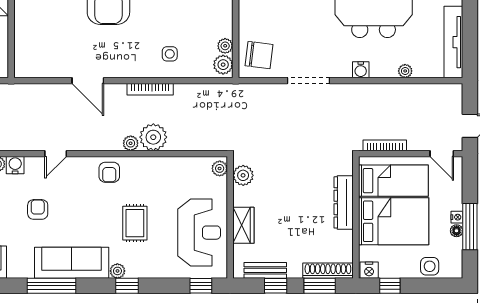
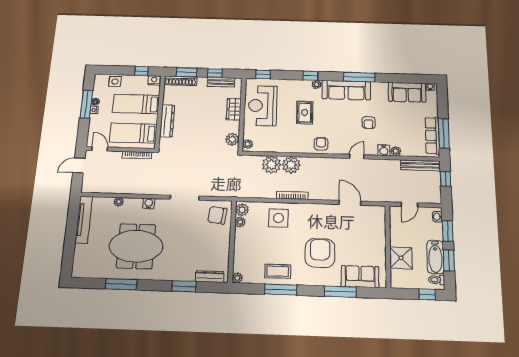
side table: (170, 54) -> (278, 218), width x1.87, depth x1.87
door: (88, 81) -> (350, 203), moved
plant: (131, 143) -> (271, 165), moved, width x1.88, depth x1.88
bed: (394, 221) -> (136, 104), width x0.67

